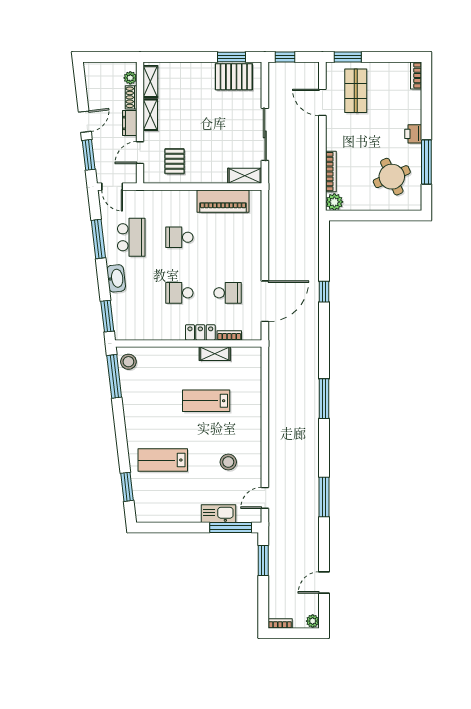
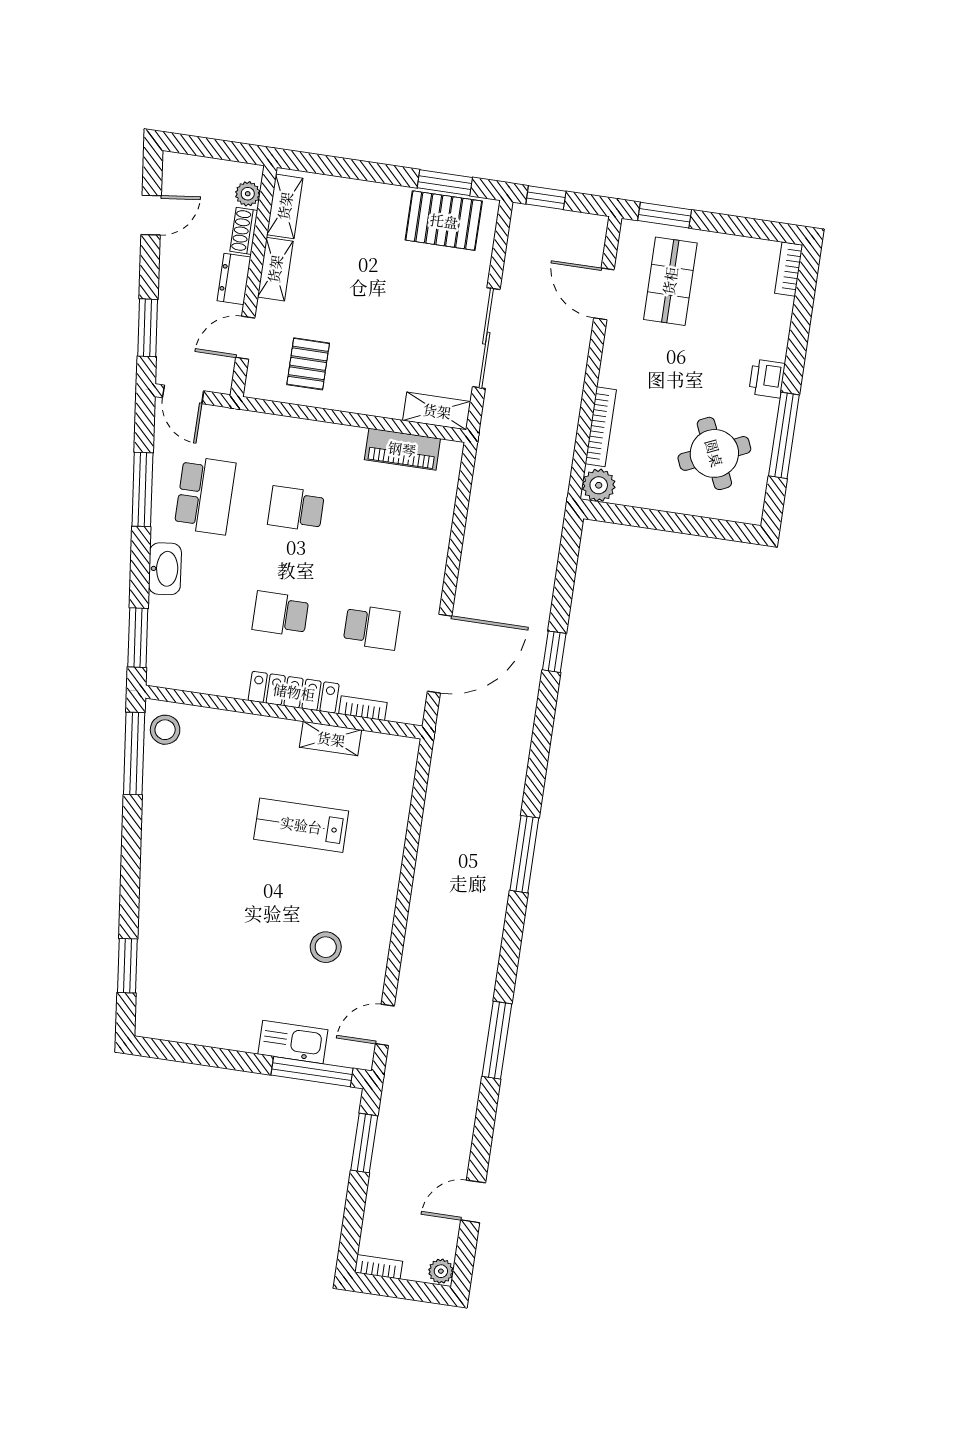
door: (85, 122) -> (151, 215), moved
piano: (223, 201) -> (402, 449), width x0.73, depth x0.75
locker: (200, 332) -> (294, 692), width x1.53
lab bench: (163, 460) -> (202, 925), removed

